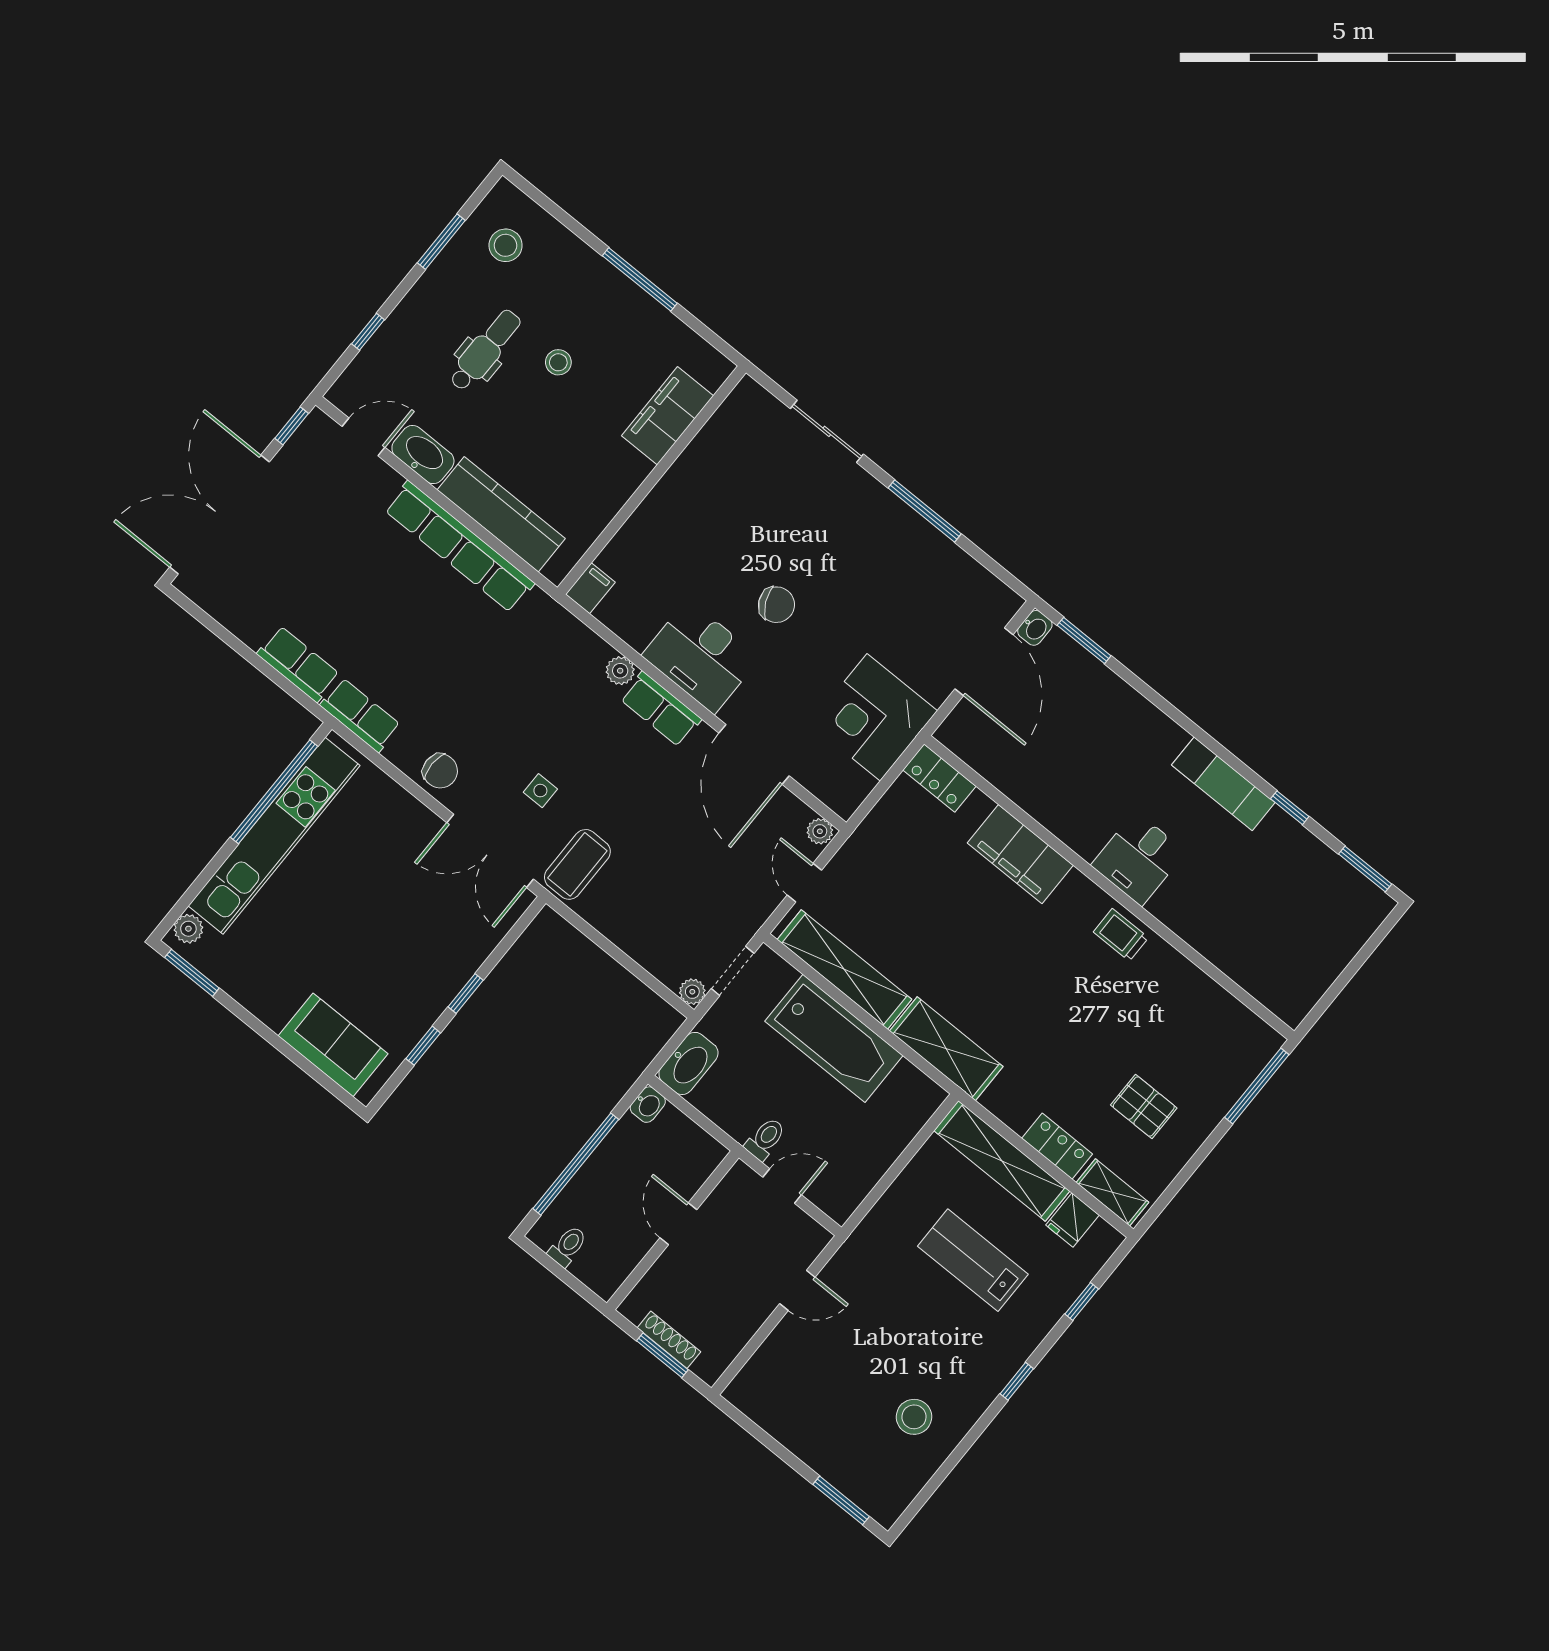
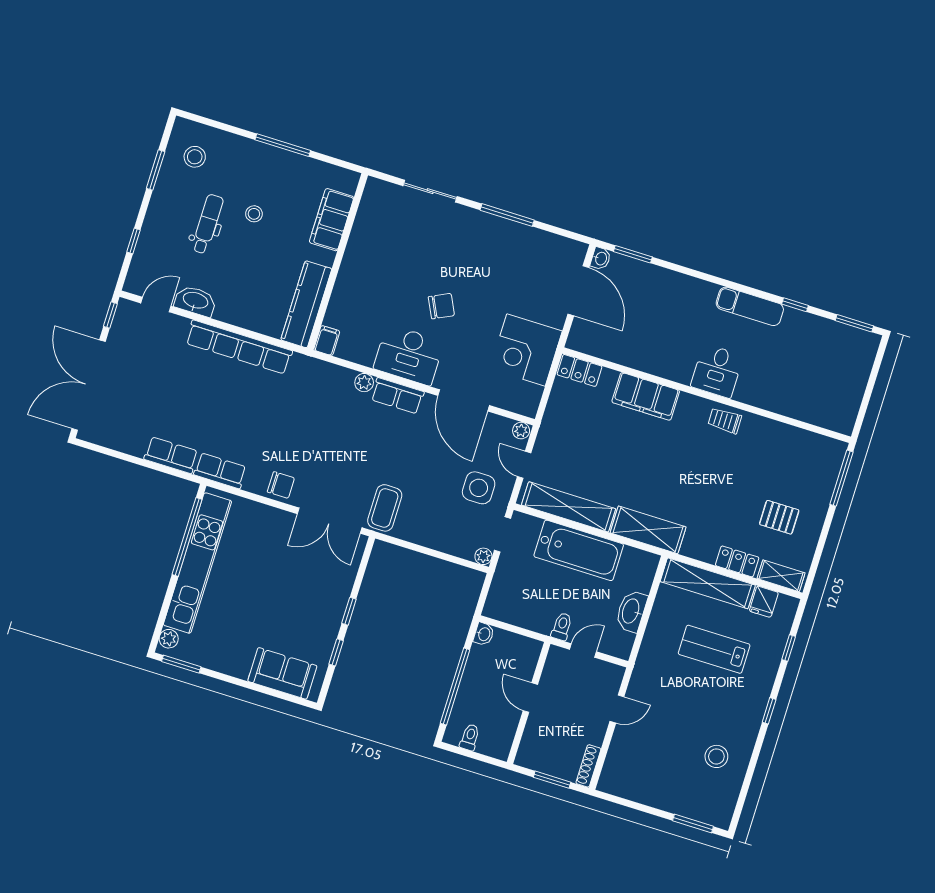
kitchen counter: (501, 514) -> (306, 304), moved, turned -90
side table: (540, 791) -> (479, 488), moved, width x1.87, depth x1.87
washbasin: (688, 1063) -> (631, 611), moved, turned 180
shoe rack: (669, 1340) -> (588, 766), moved, turned -90

